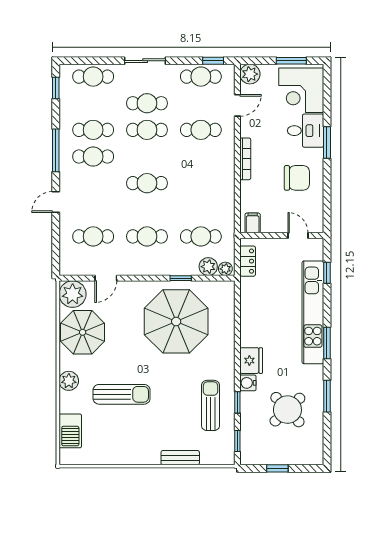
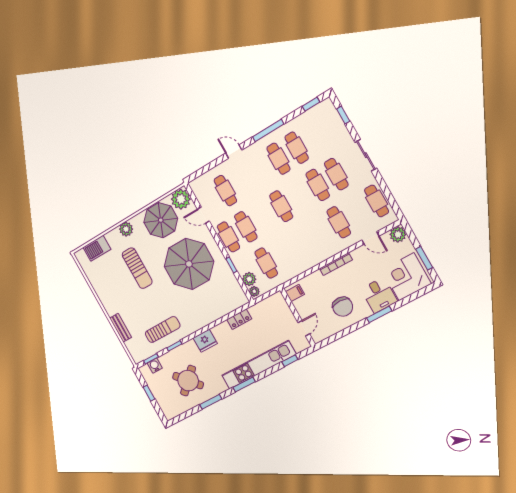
window: (213, 61) -> (343, 115), moved
cafe table: (93, 77) -> (228, 237), moved
locker: (248, 261) -> (239, 319), moved
parasol: (176, 321) -> (189, 264), moved
water cooler: (248, 383) -> (155, 366), moved

